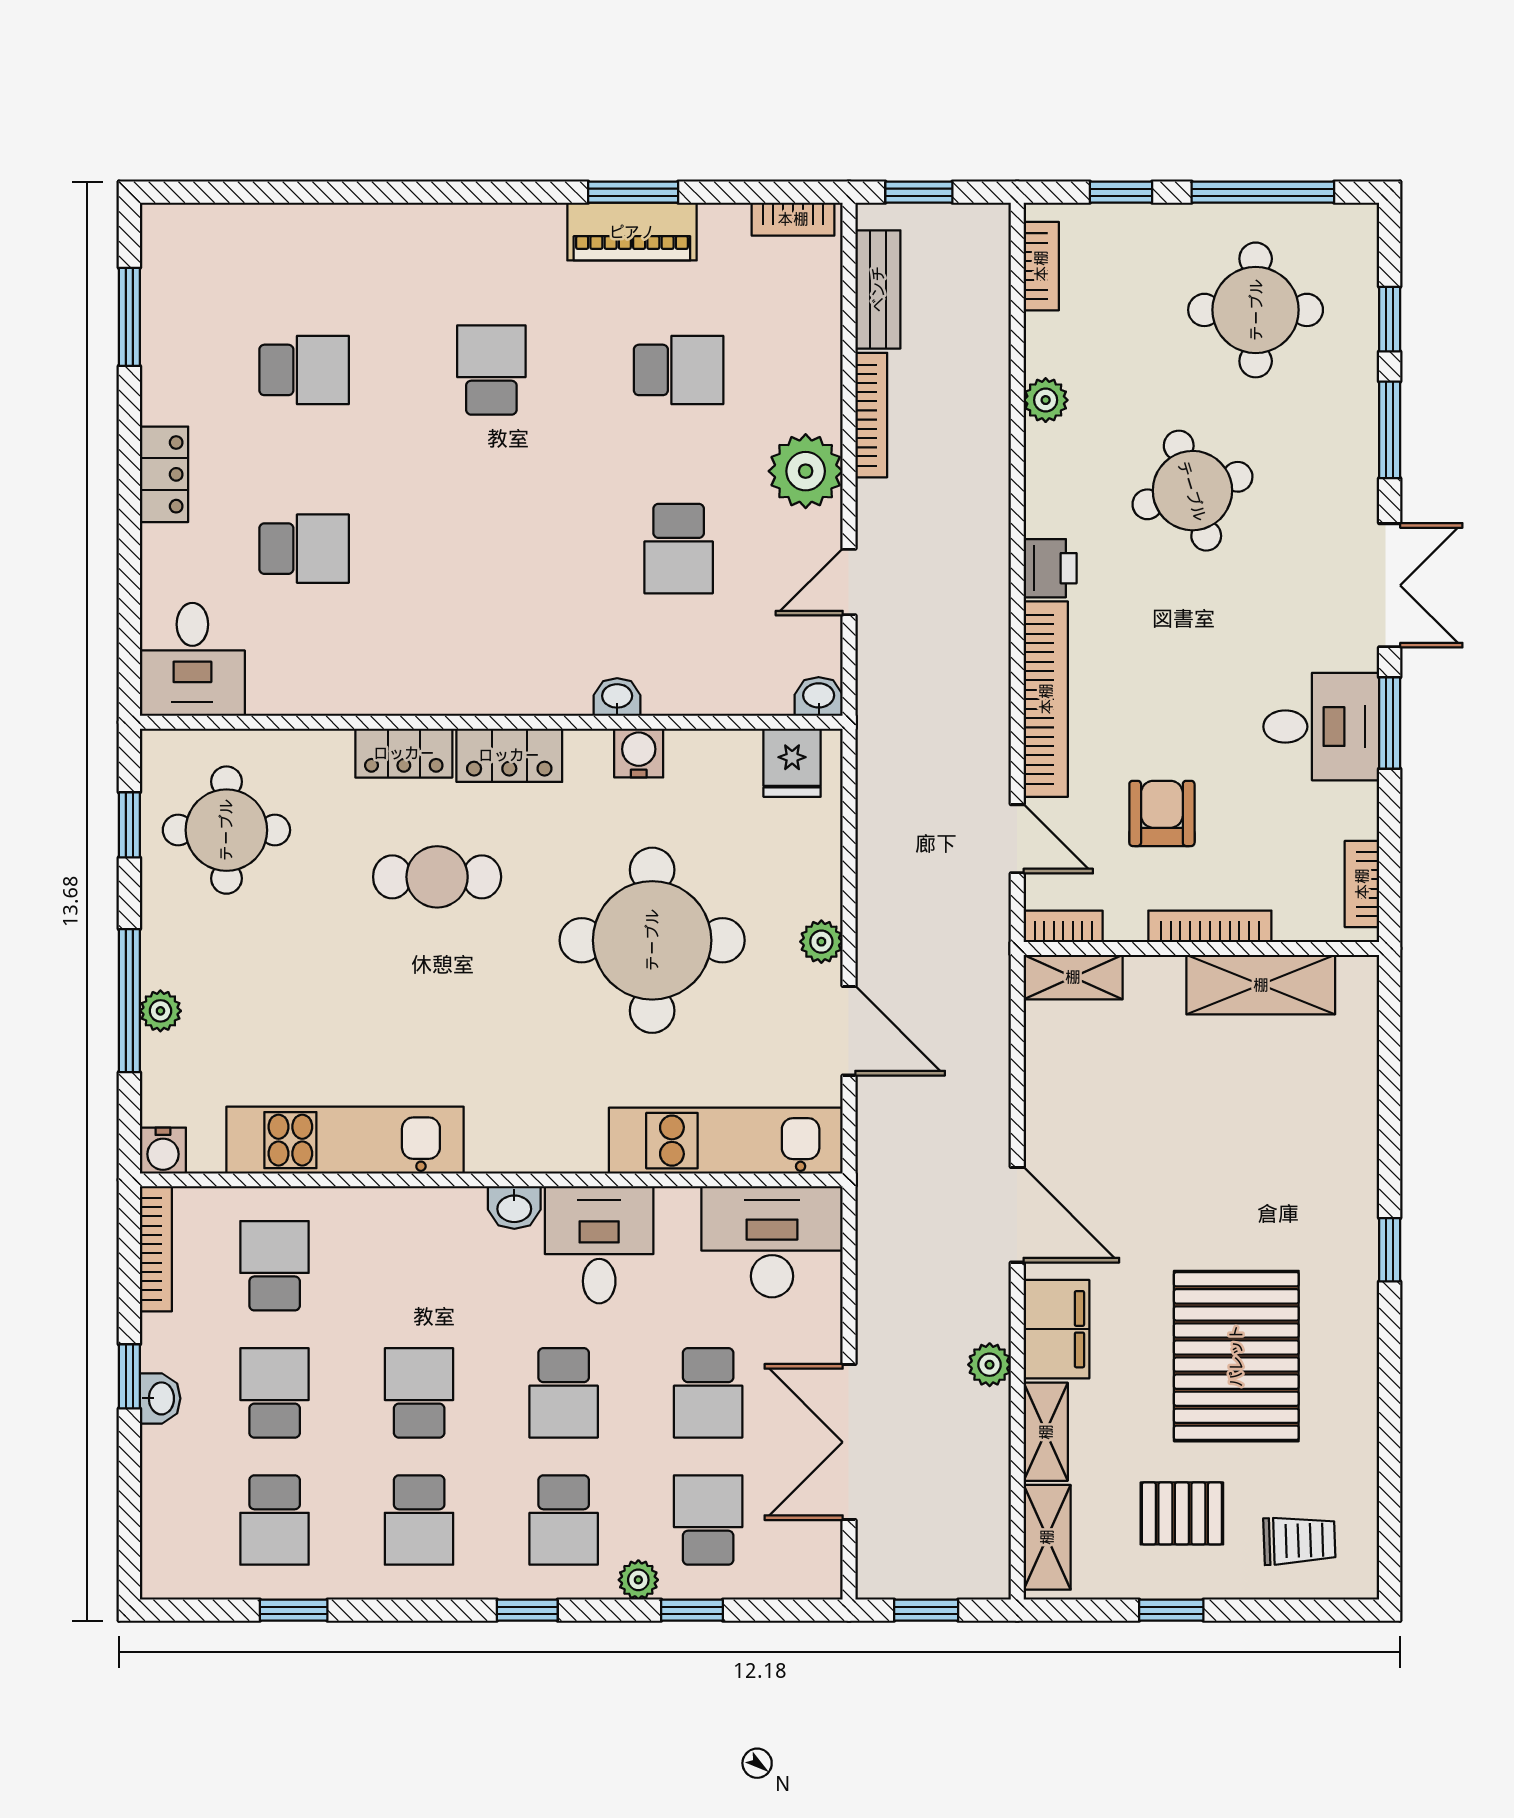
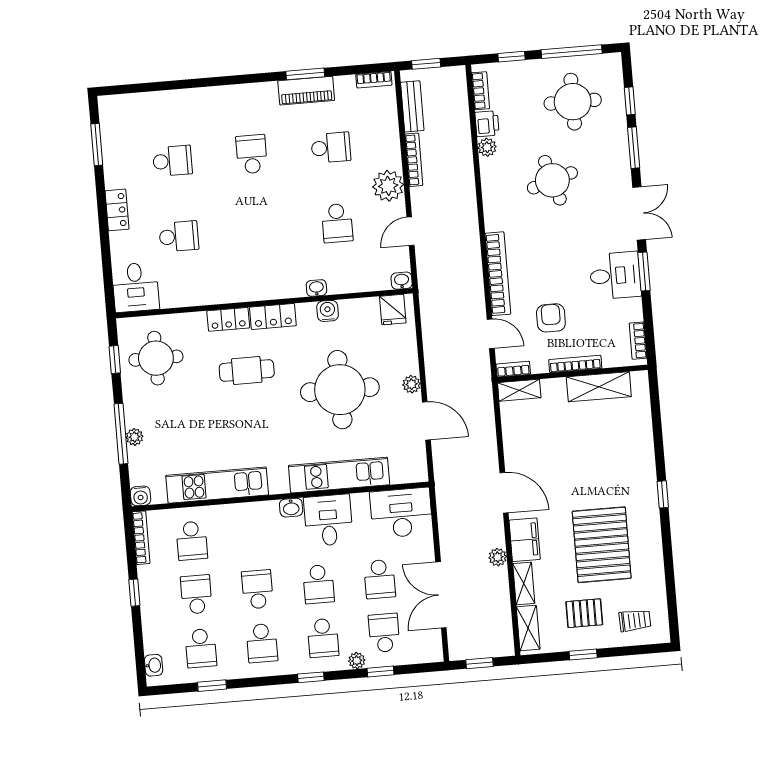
printer: (1050, 568) -> (487, 124), moved
kitchen unit: (726, 1141) -> (339, 475), moved
school desk: (275, 1266) -> (192, 541), turned 180
washbasin: (160, 1398) -> (154, 665), moved

